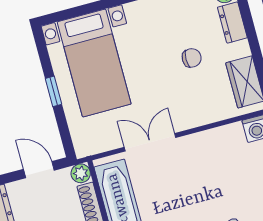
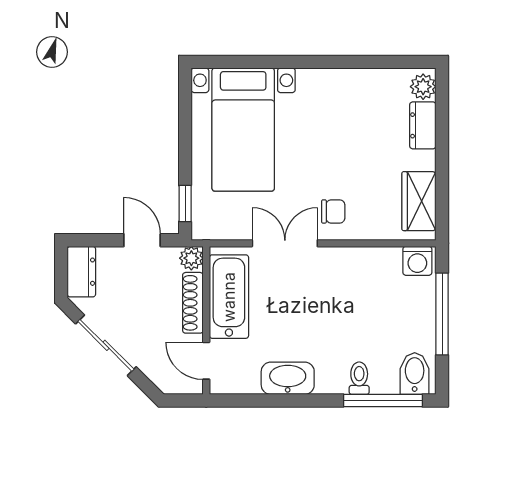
chair: (192, 58) -> (333, 211), moved
window: (54, 91) -> (185, 203), moved

